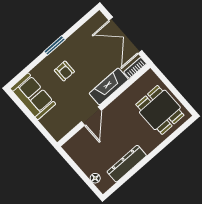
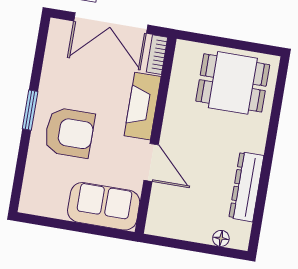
armchair: (64, 71) -> (69, 133), width x1.88, depth x1.88
sofa: (33, 96) -> (104, 206), moved

